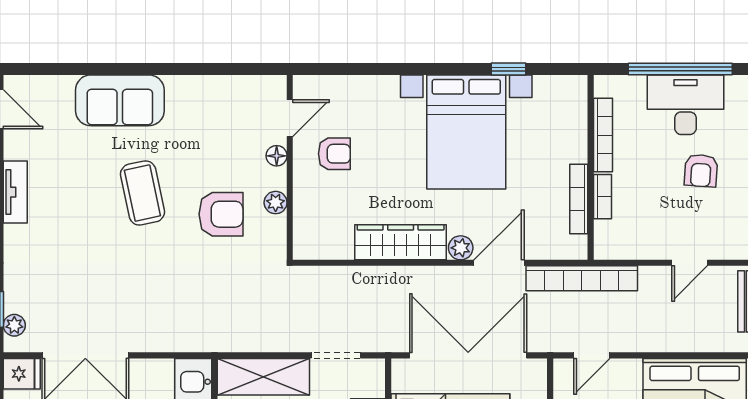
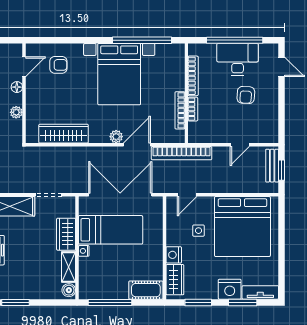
window: (509, 69) -> (142, 40), width x3.17
armchair: (334, 154) -> (58, 65), moved
wardrobe: (401, 242) -> (64, 134), moved

